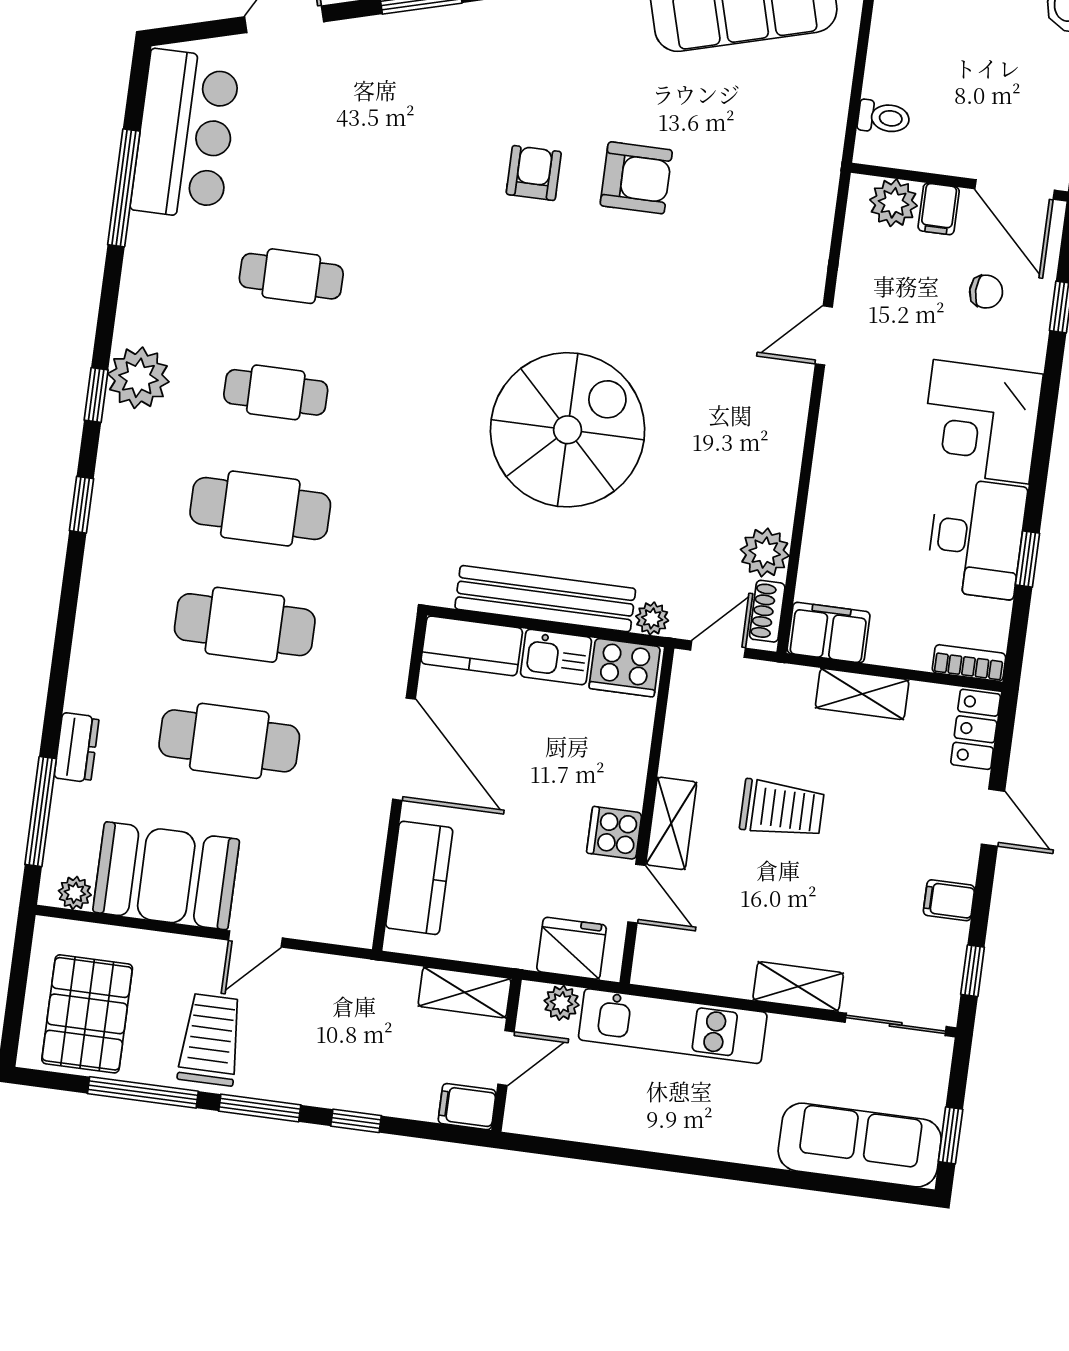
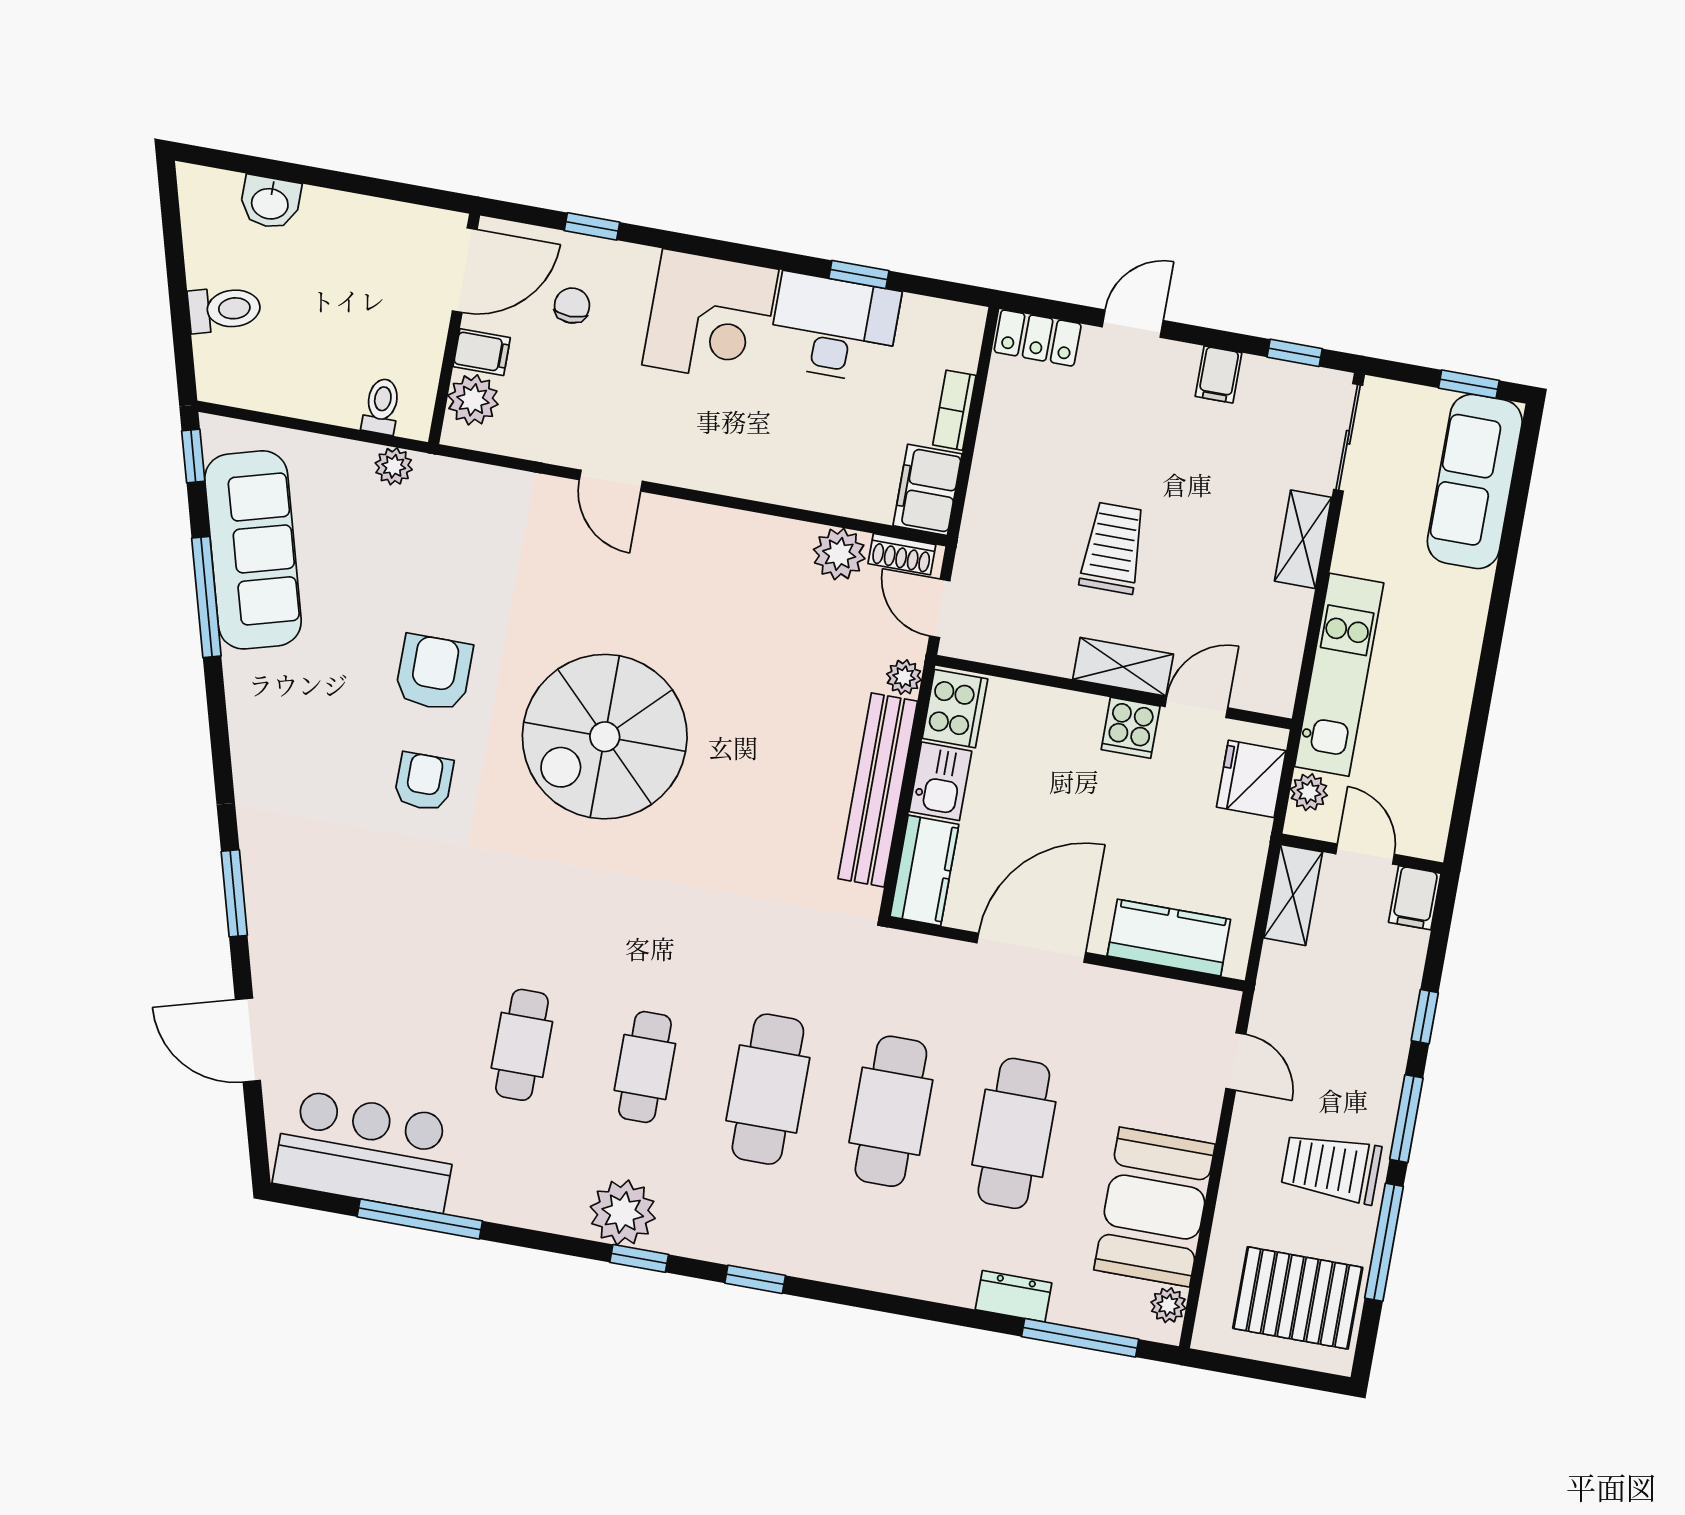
plant: (828, 131) -> (394, 466), added
armchair: (534, 173) -> (424, 782), turned 90
spiral stairs: (568, 430) -> (605, 737), moved, turned -90
bookcase: (969, 663) -> (954, 410), moved
shelving: (862, 694) -> (995, 457), removed
door: (255, 939) -> (1236, 1061), moved

